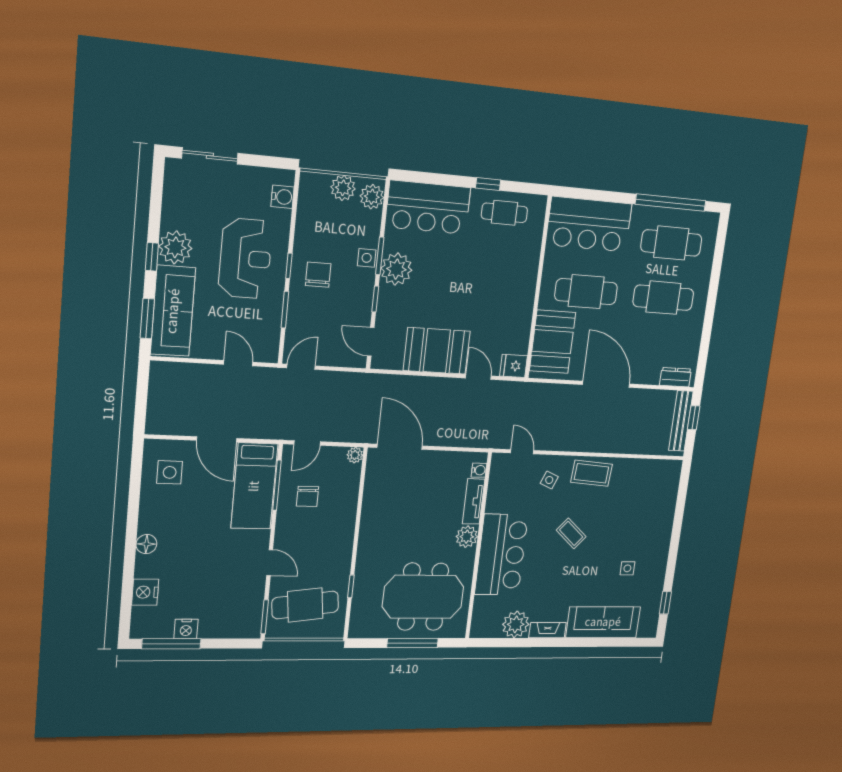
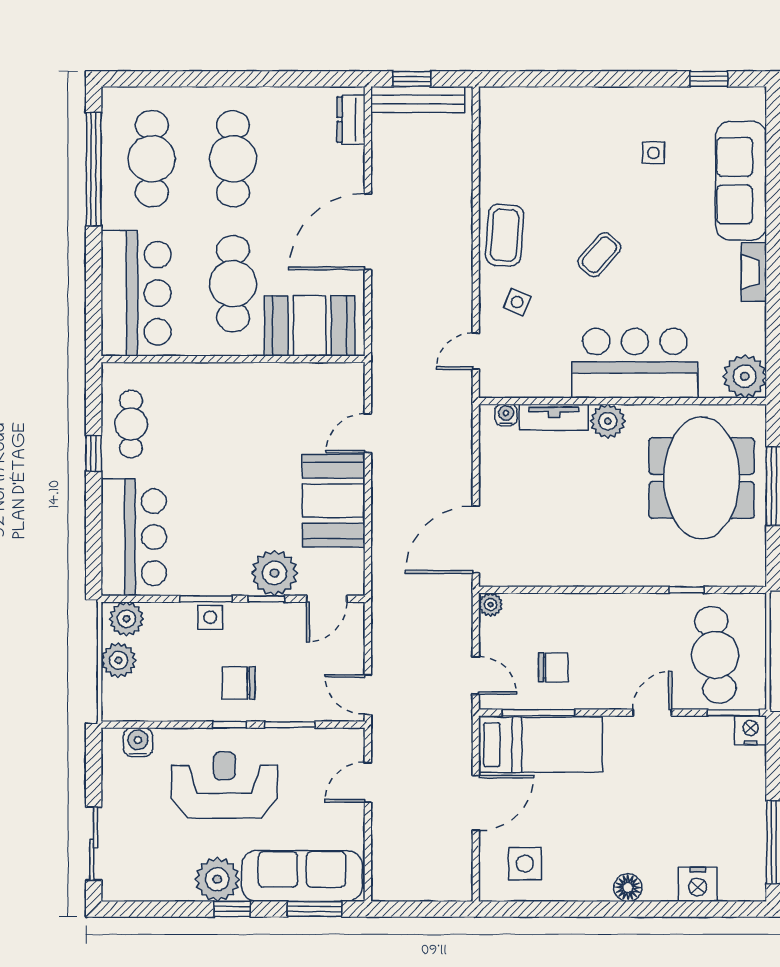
plant: (396, 269) -> (274, 573), moved
fridge: (514, 366) -> (349, 381), removed
plant: (516, 624) -> (745, 376), moved
nightstand: (186, 629) -> (751, 730), moved, turned -90

